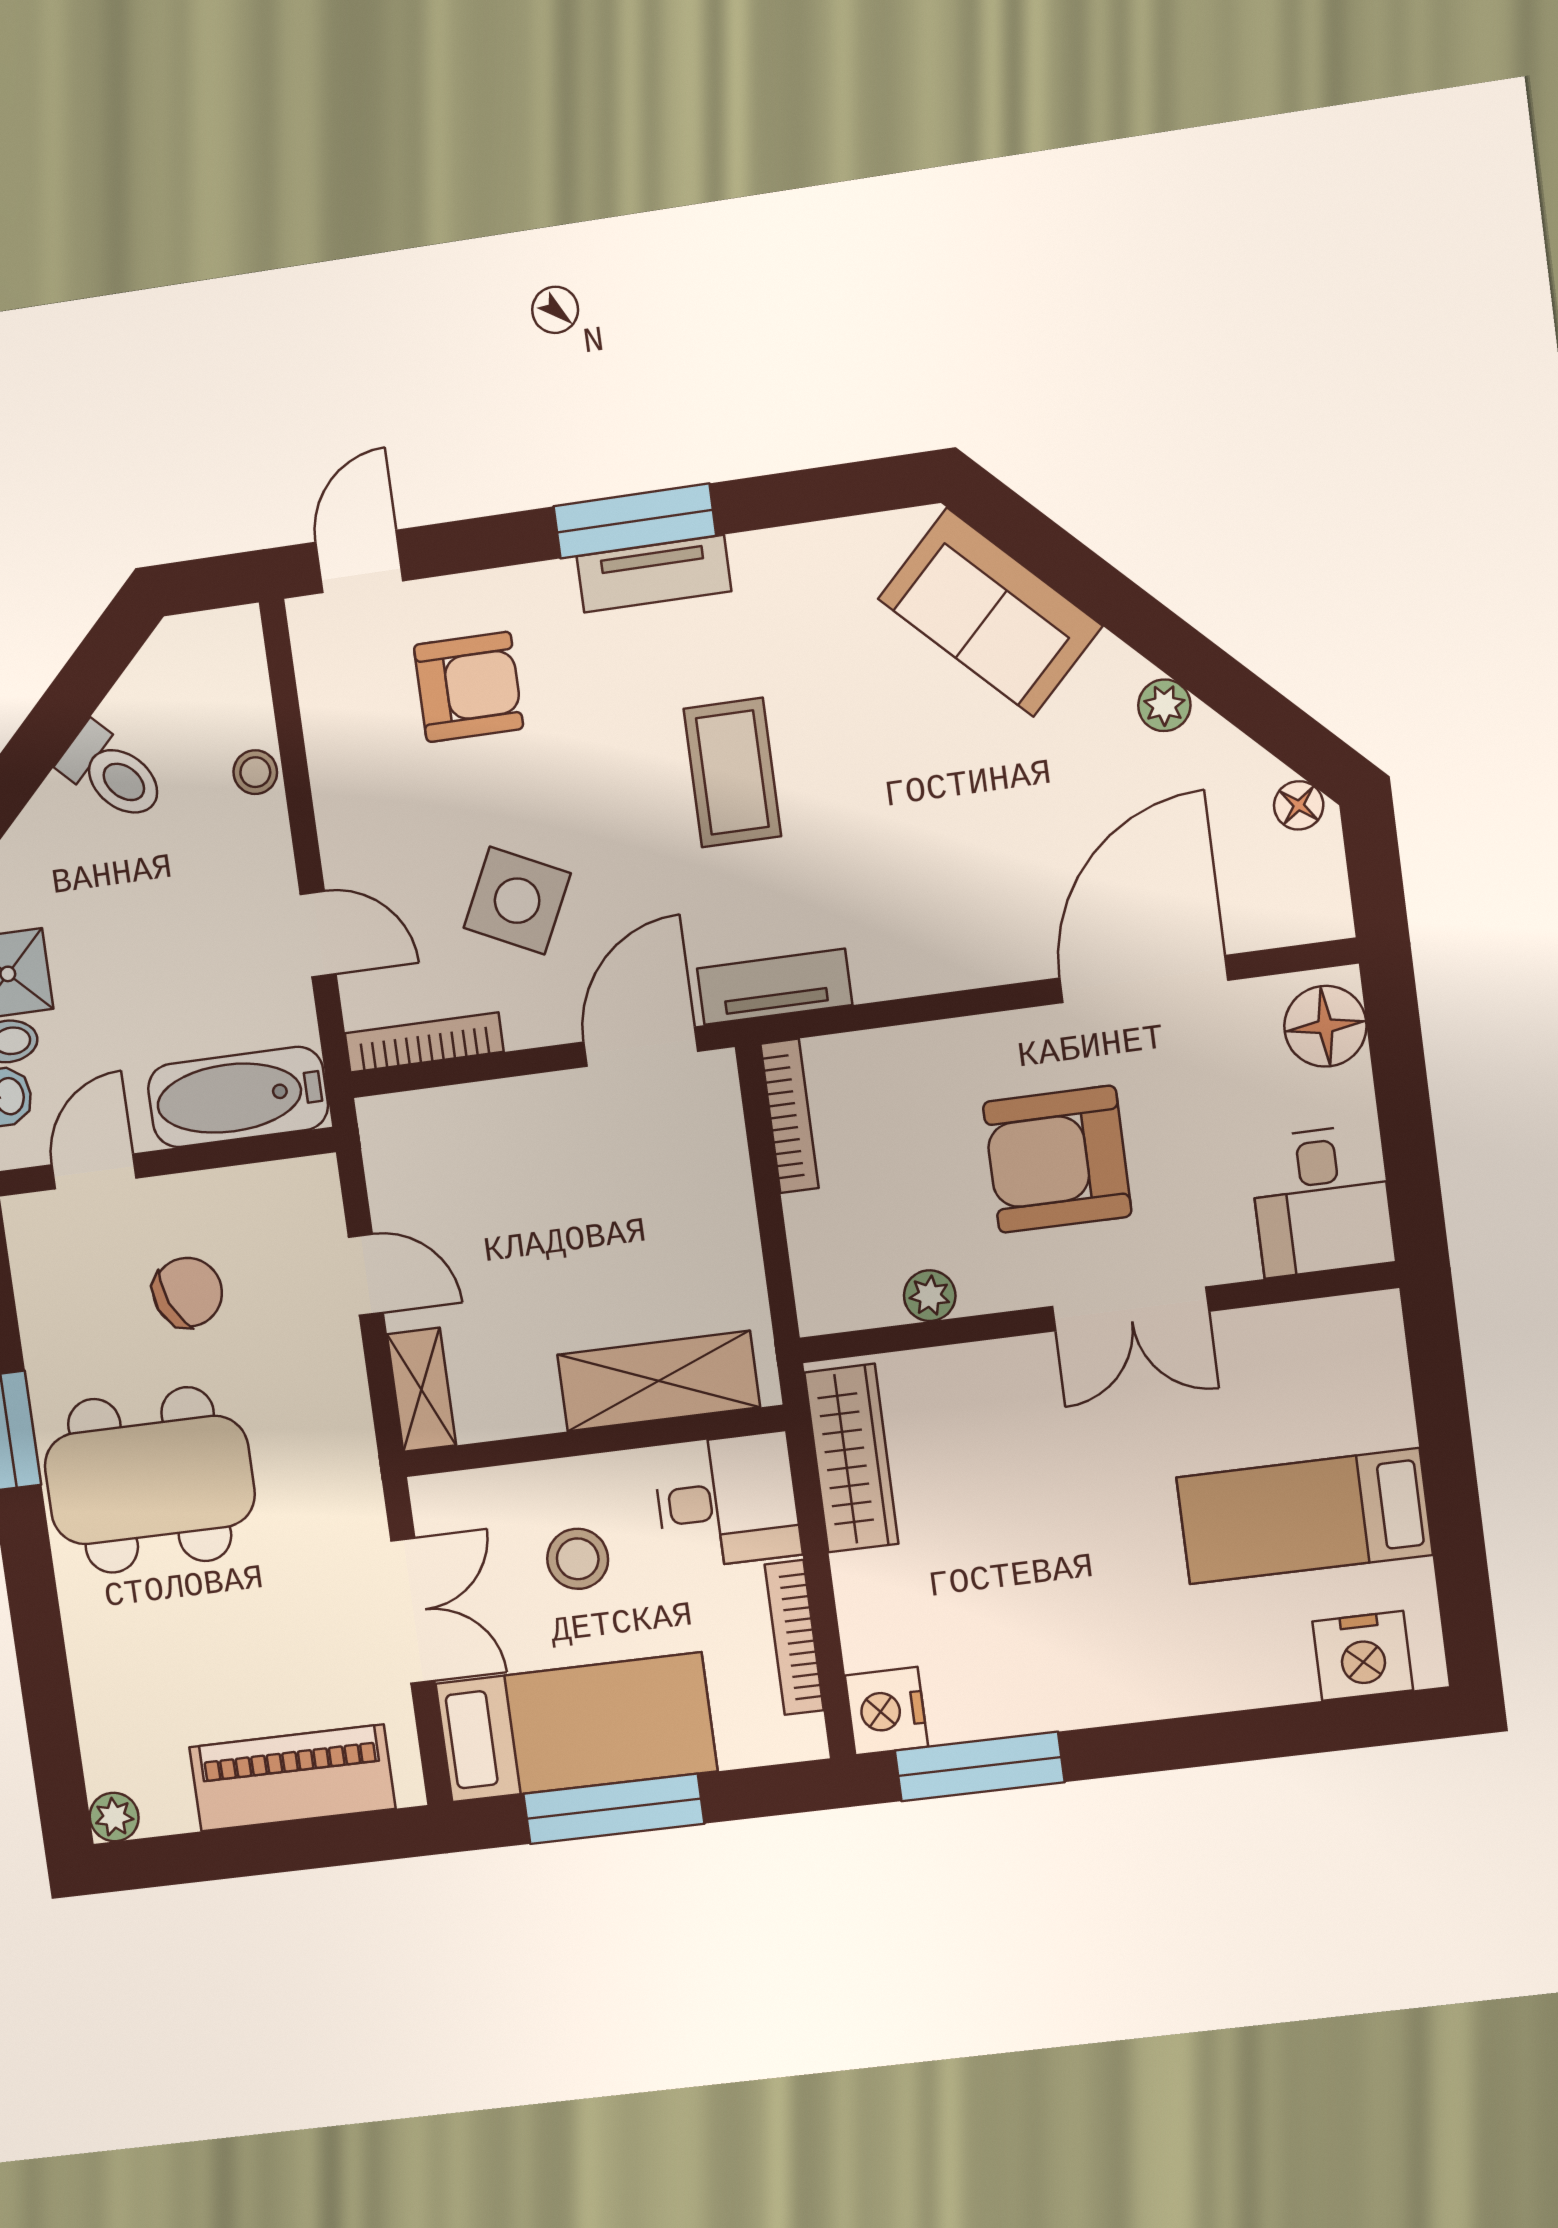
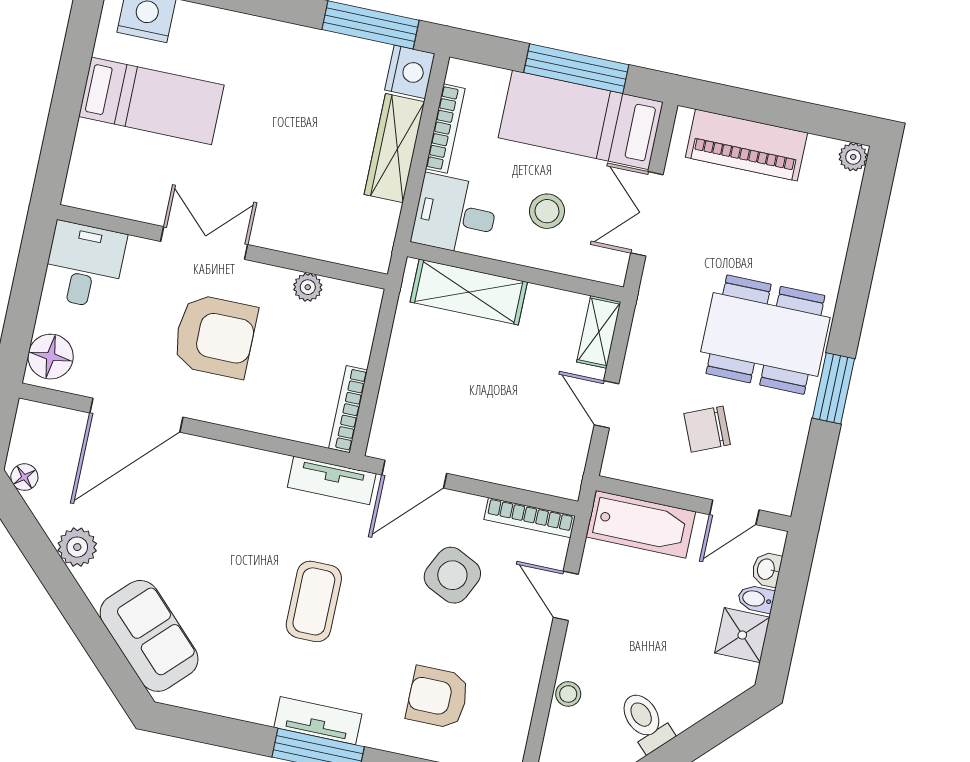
plant: (1164, 705) -> (77, 547), width x1.38, depth x1.38
wardrobe: (851, 1458) -> (394, 148), moved

